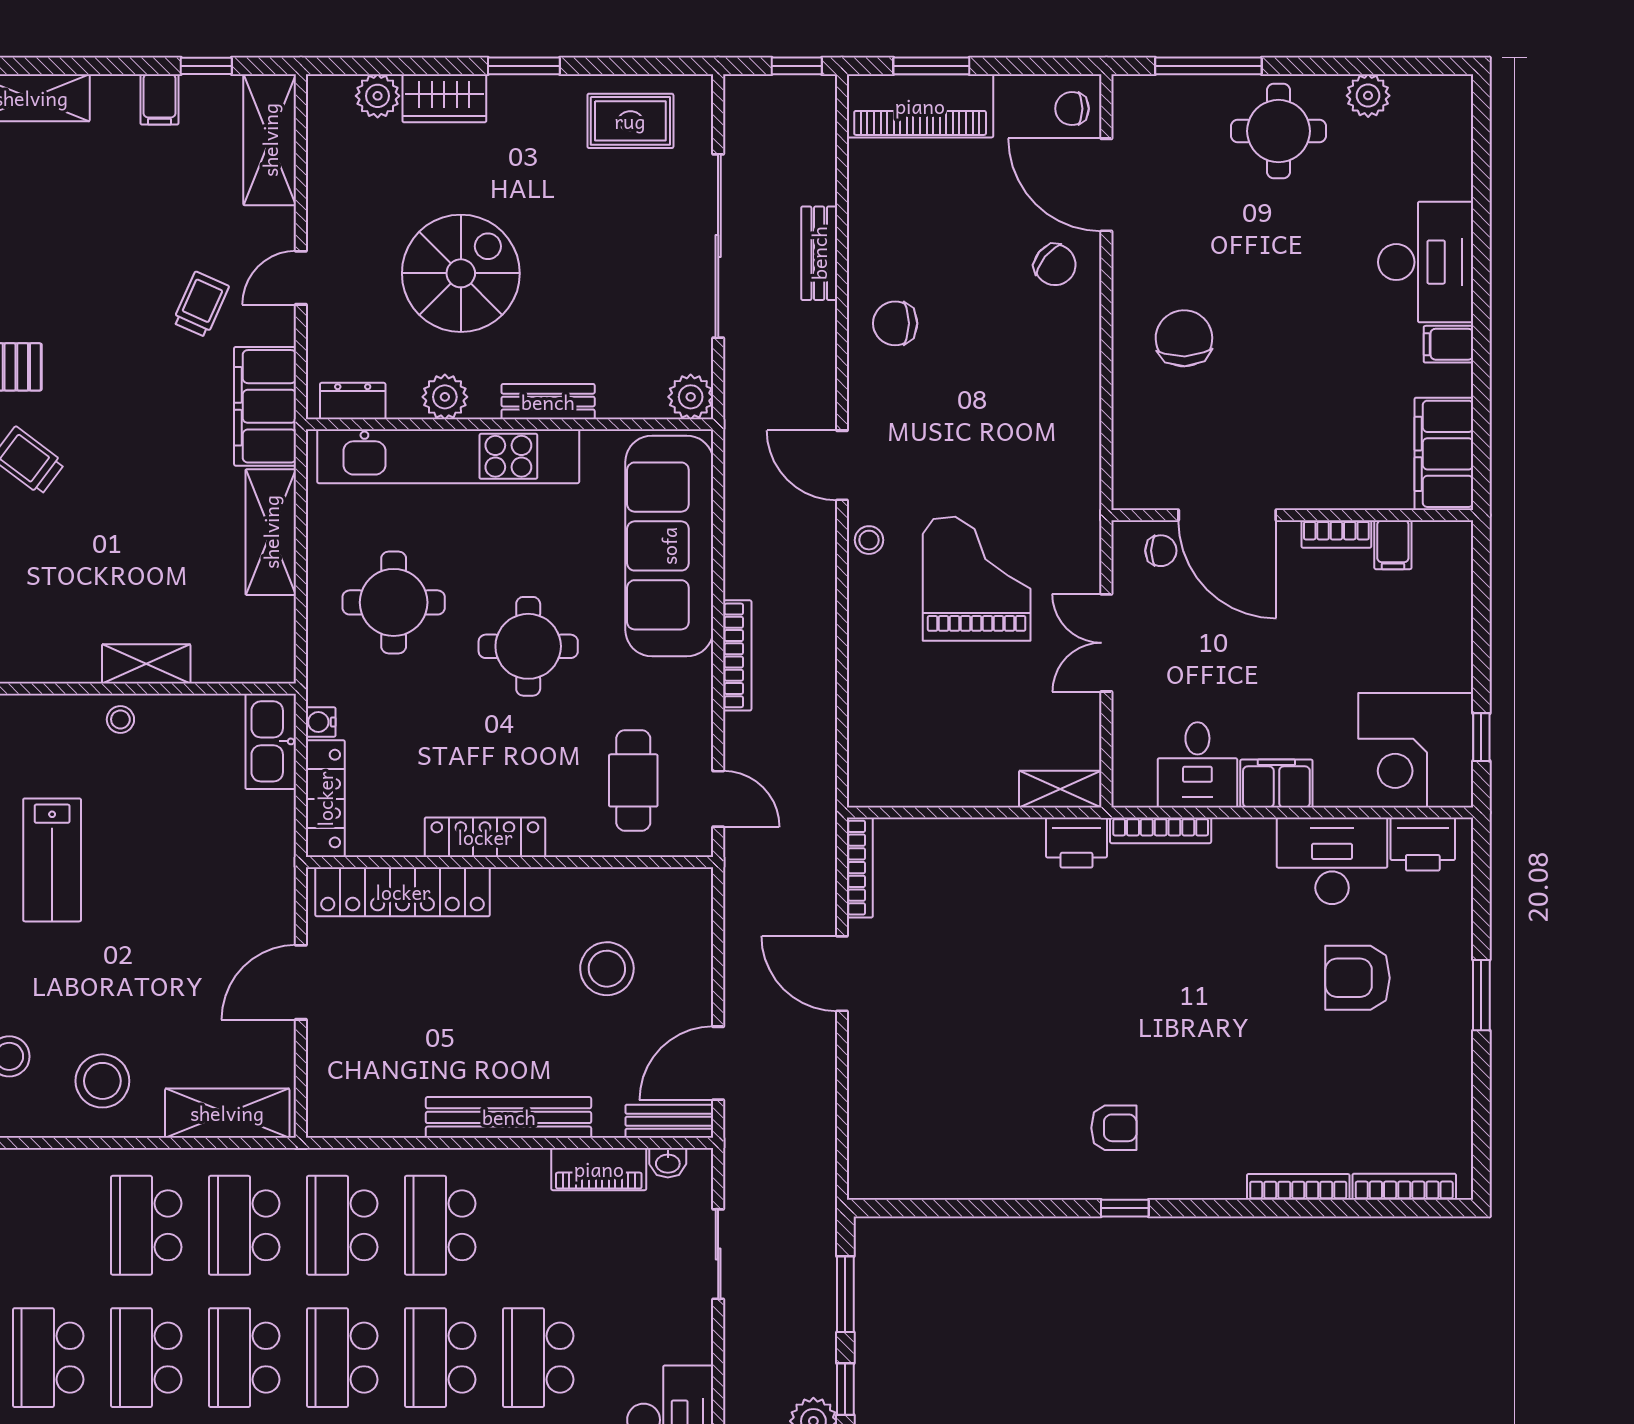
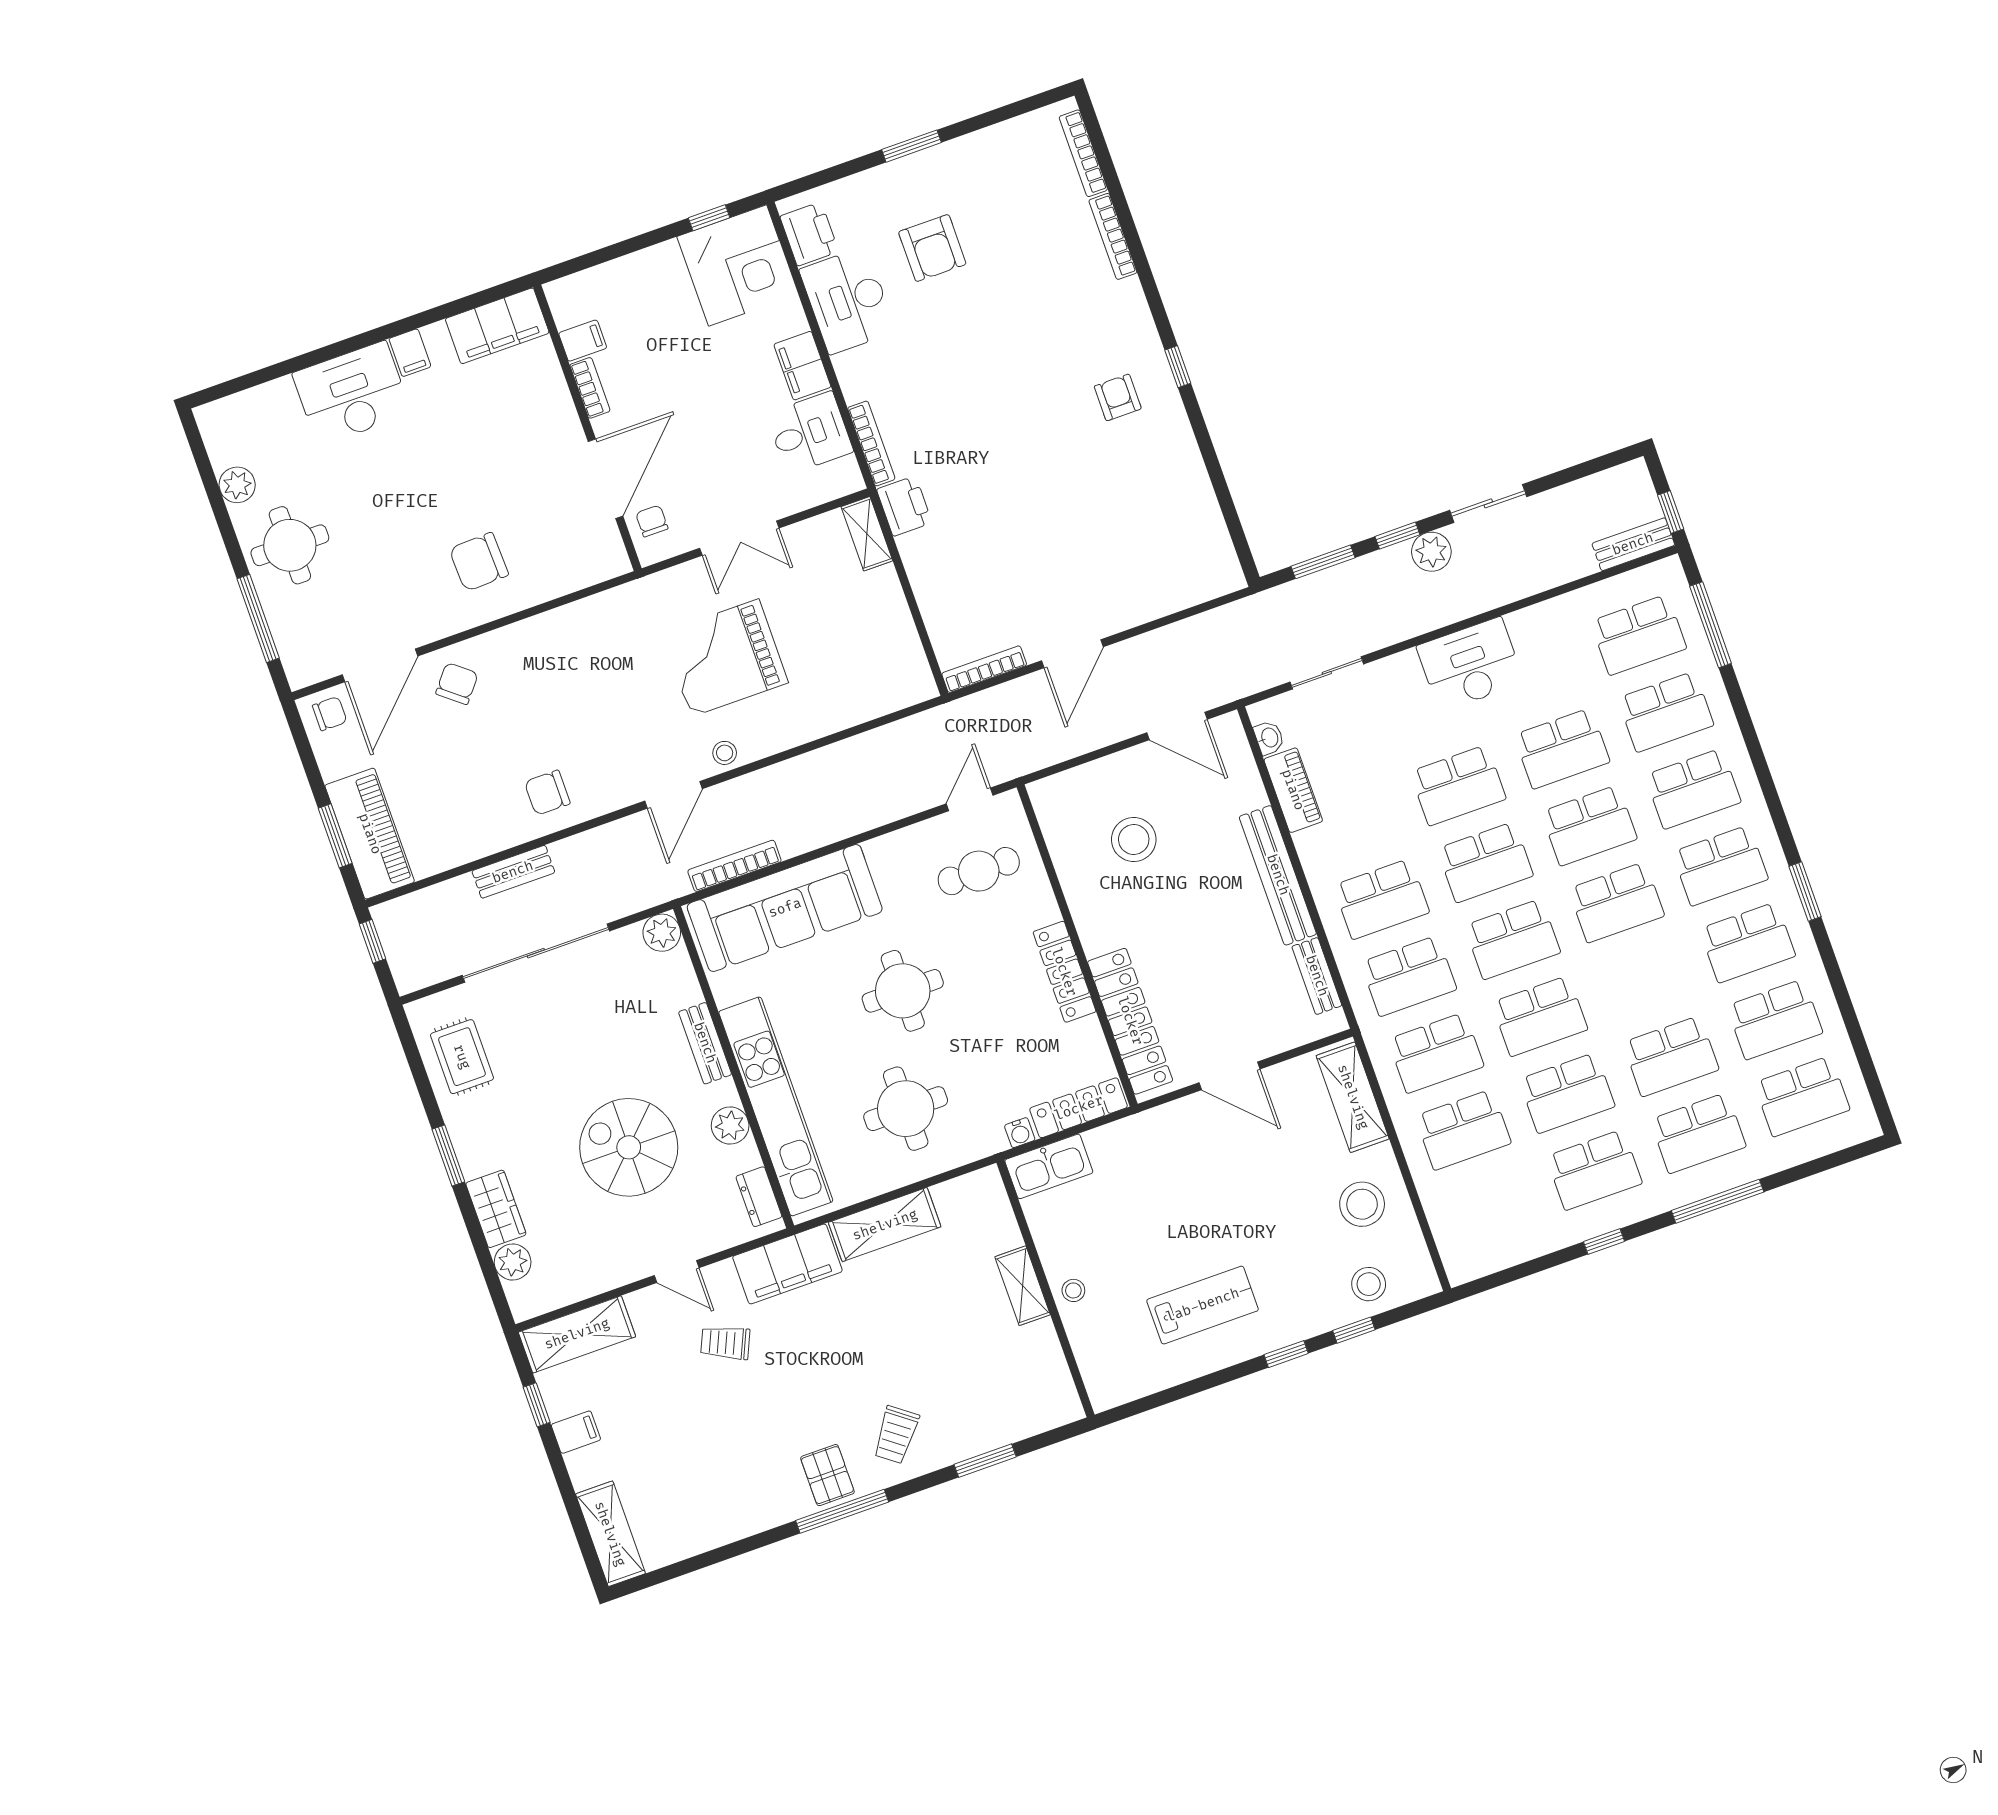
chair: (1072, 109) -> (330, 714), turned -90
chair: (895, 323) -> (547, 793), turned 90
bookcase: (737, 655) -> (734, 866), moved
bench: (669, 1121) -> (1317, 976), moved

